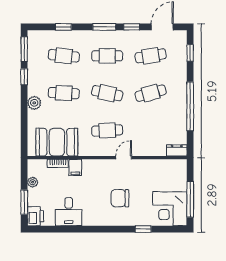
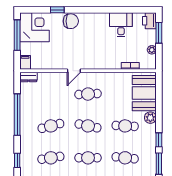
booth: (57, 142) -> (144, 93), moved, turned 90
filing cabinet: (75, 167) -> (25, 62), moved
chair: (120, 198) -> (71, 21), moved

